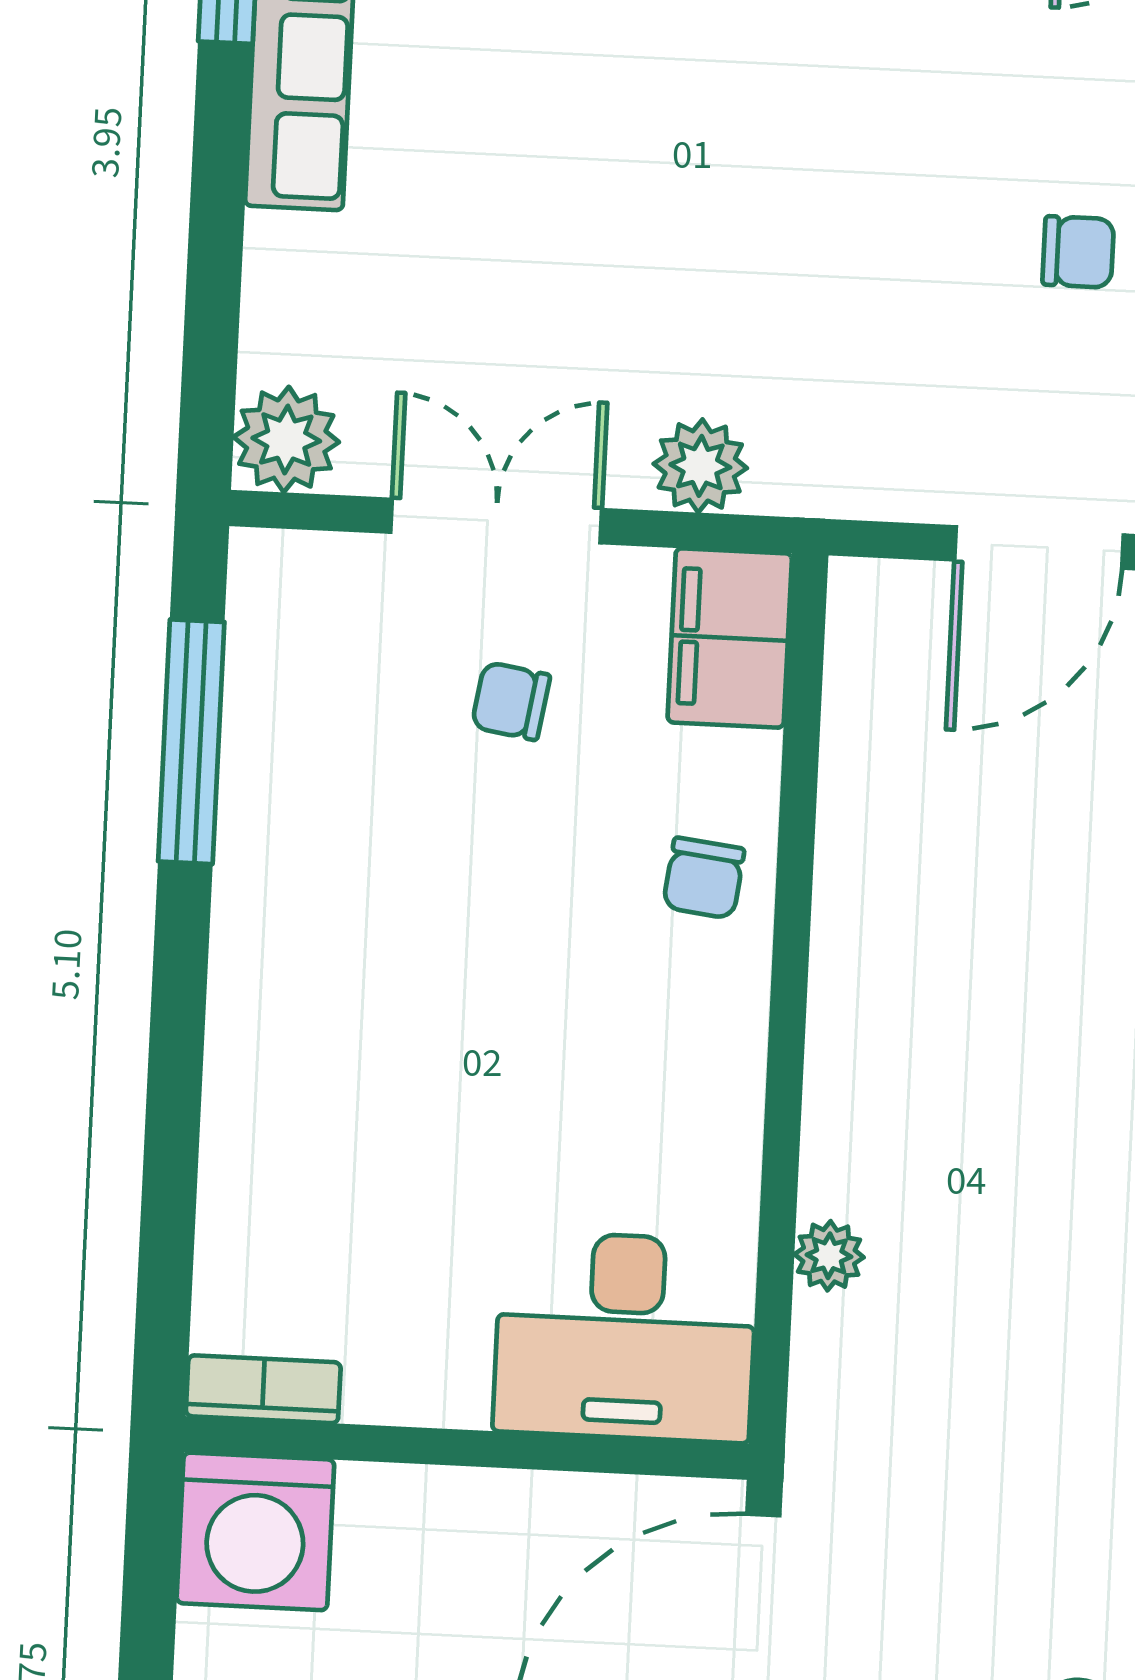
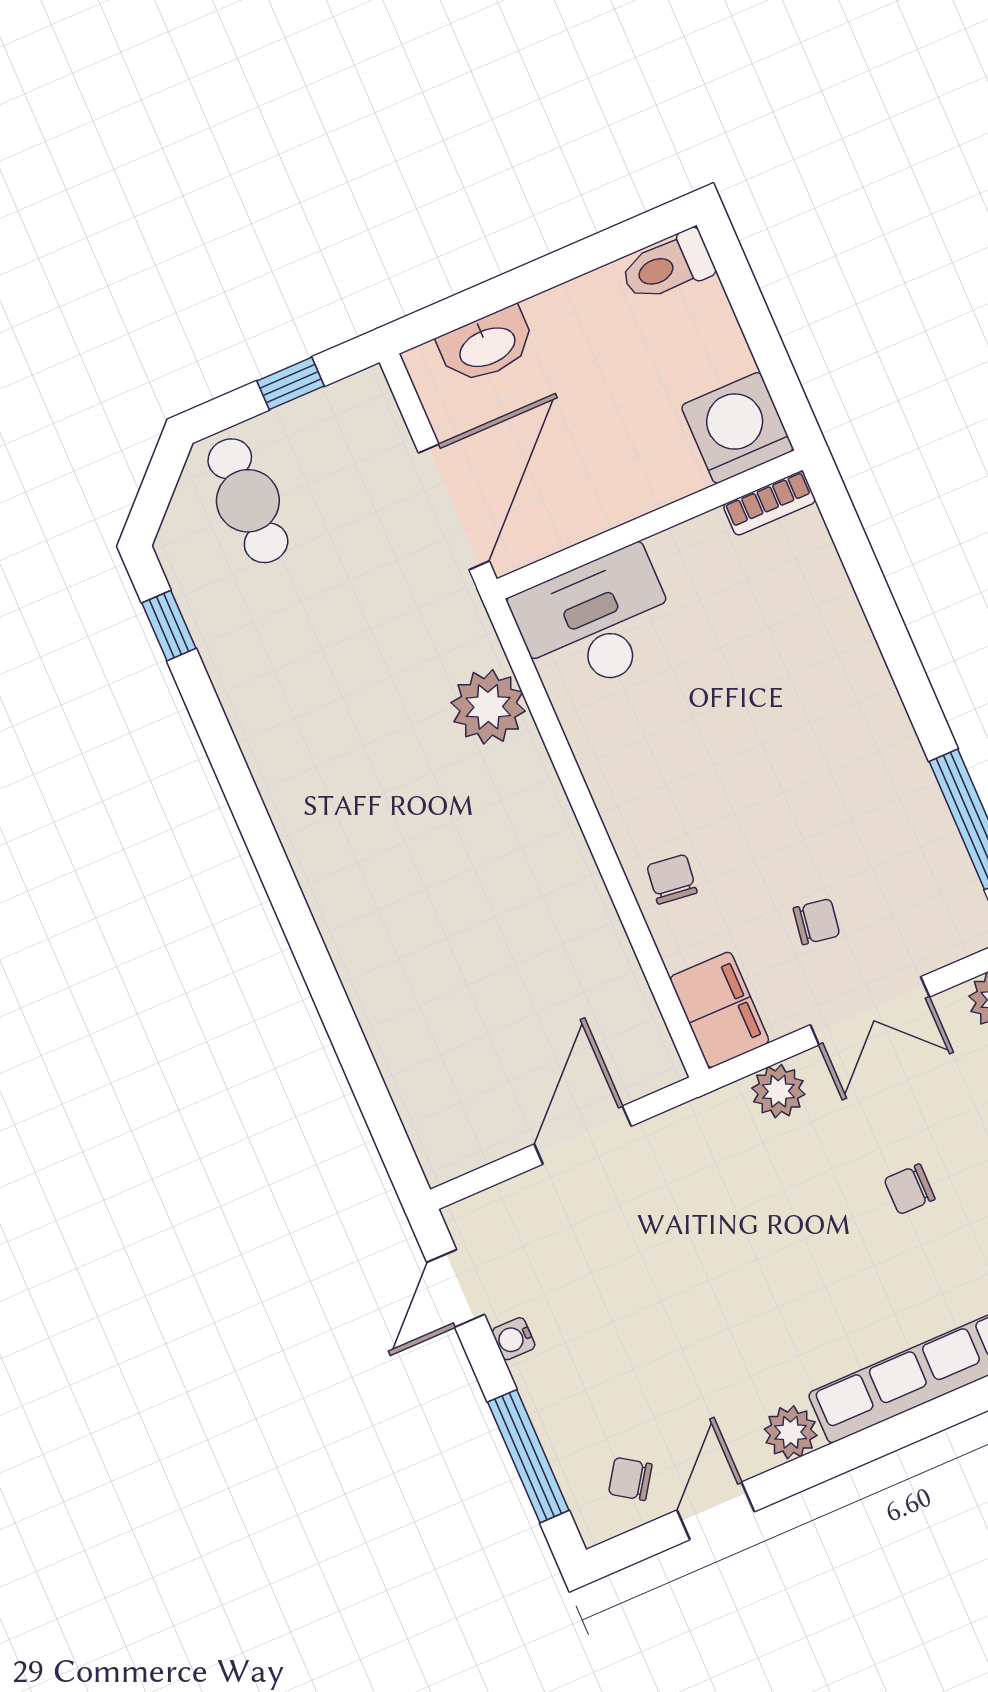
chair: (1078, 252) -> (909, 1189), moved
plant: (829, 1256) -> (488, 707), width x1.87, depth x1.87

